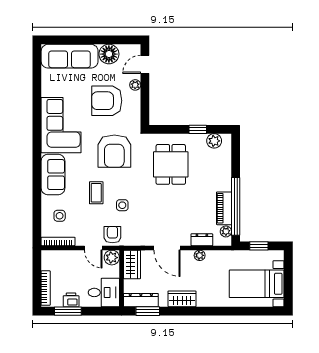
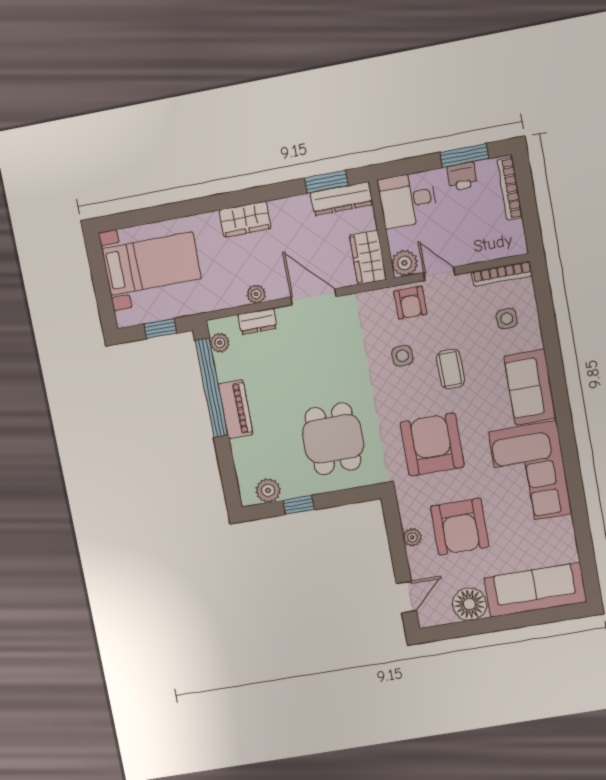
plant: (135, 85) -> (412, 537), moved
armchair: (107, 101) -> (460, 527), turned 90
piano: (224, 208) -> (236, 409), moved
wardrobe: (182, 299) -> (245, 219), moved

